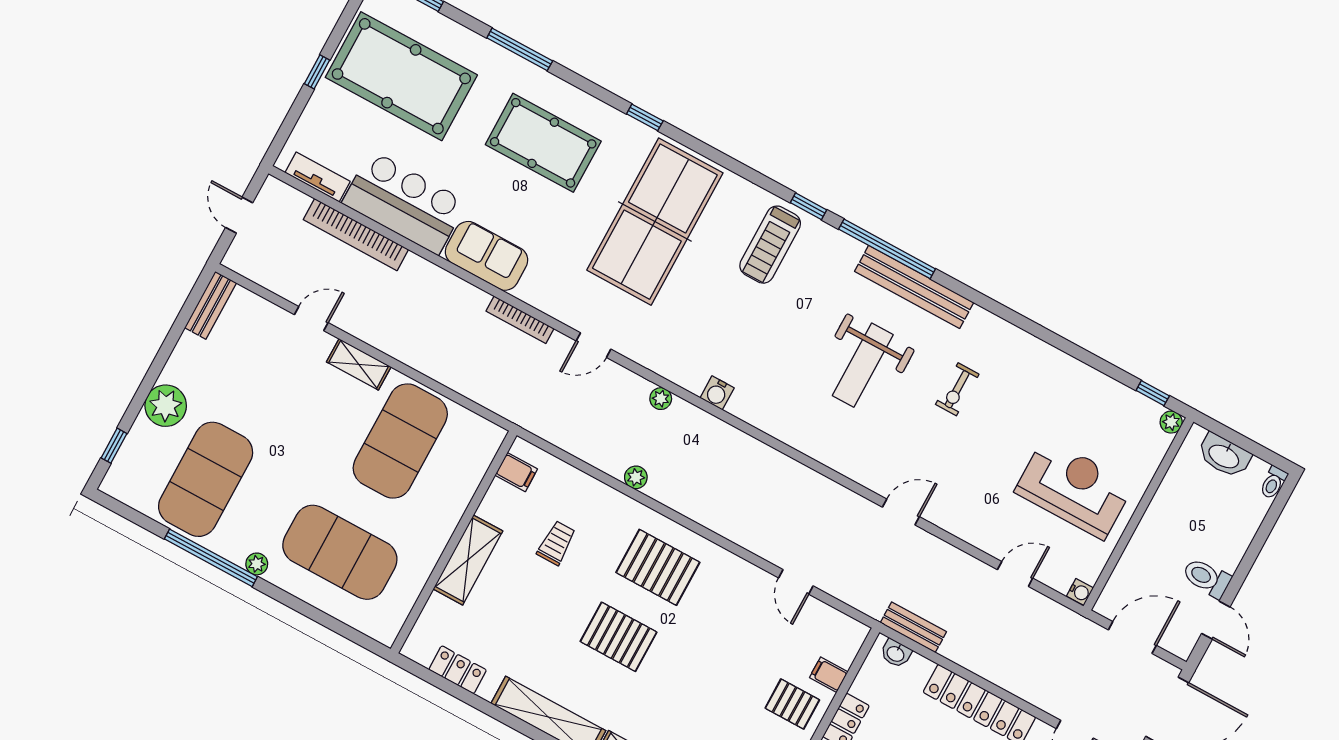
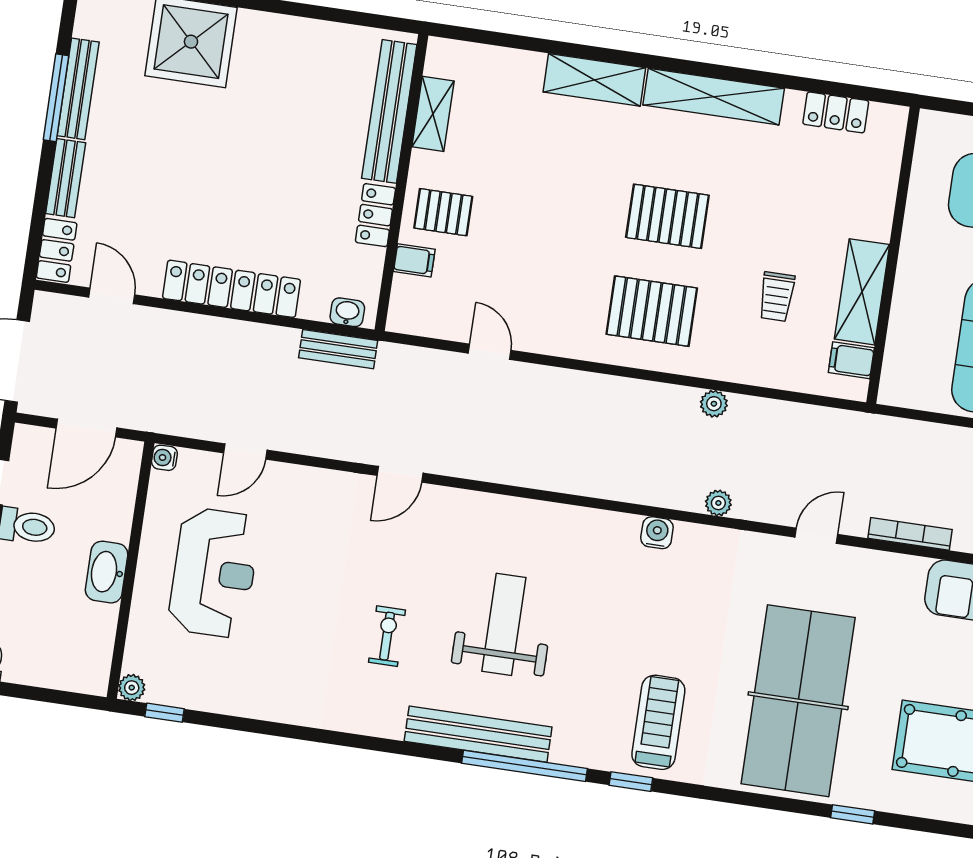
washbasin: (1224, 456) -> (107, 572), moved, turned -90
reception desk: (1074, 488) -> (214, 573), turned -90
shelving: (468, 560) -> (862, 292), moved

